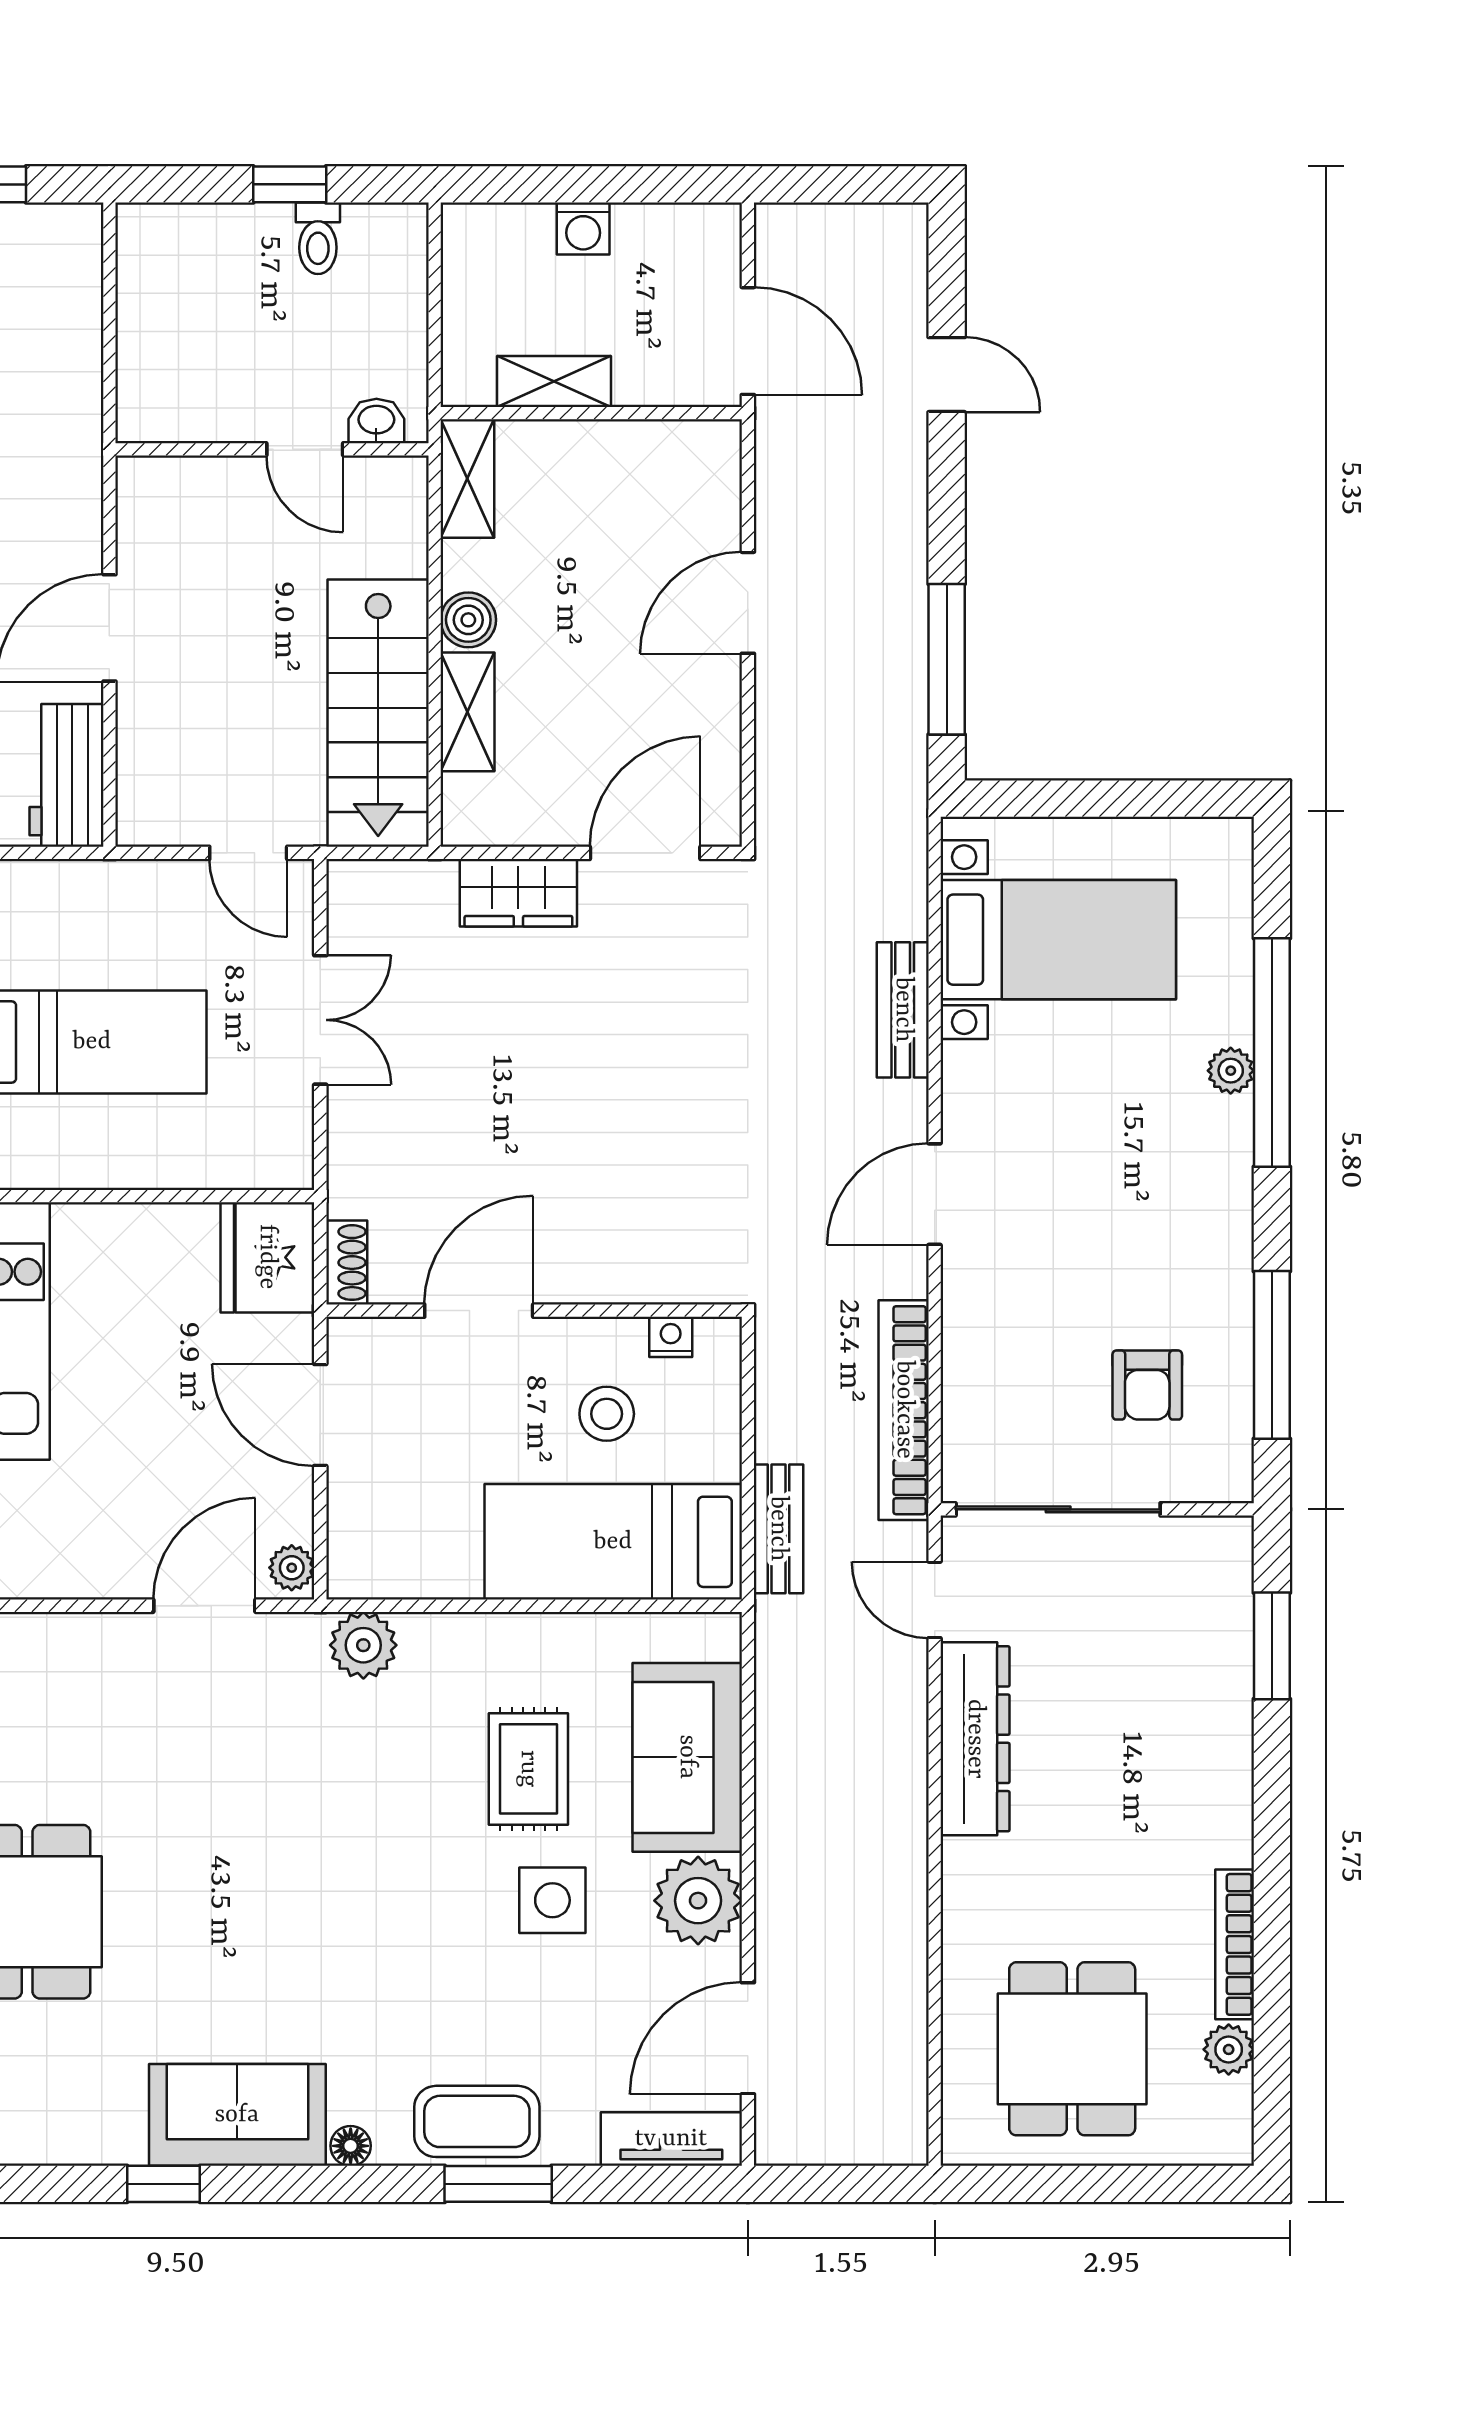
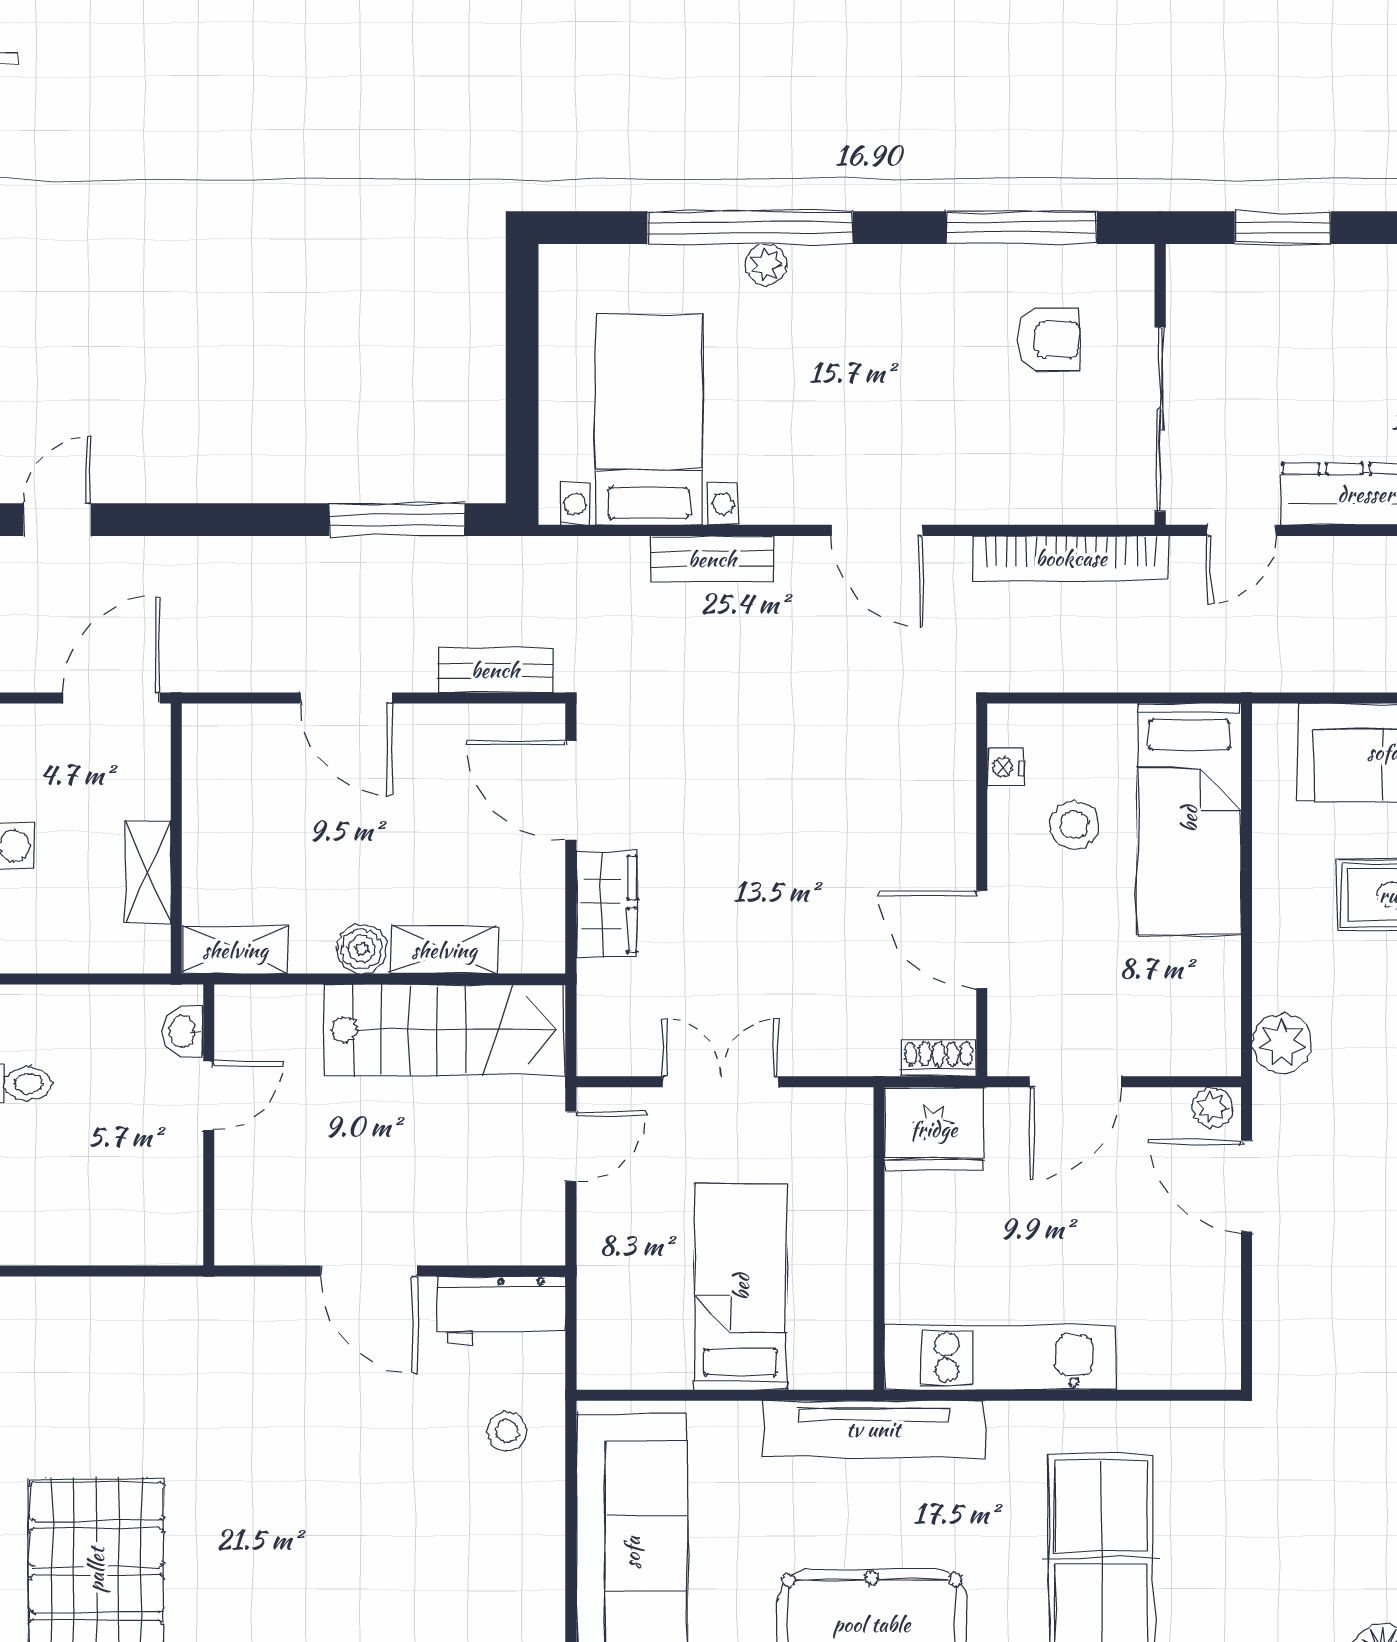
door: (947, 375) -> (57, 520), moved
bench: (778, 1529) -> (495, 670), moved

